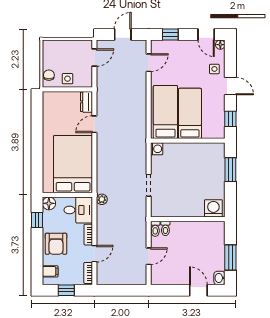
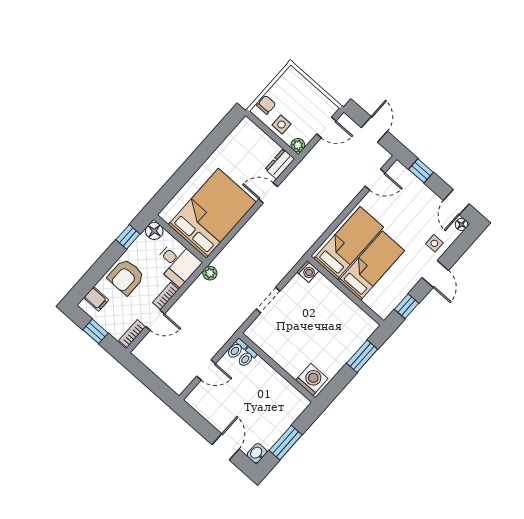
door: (123, 35) -> (374, 129), hinge flipped
plant: (87, 82) -> (298, 145), added

